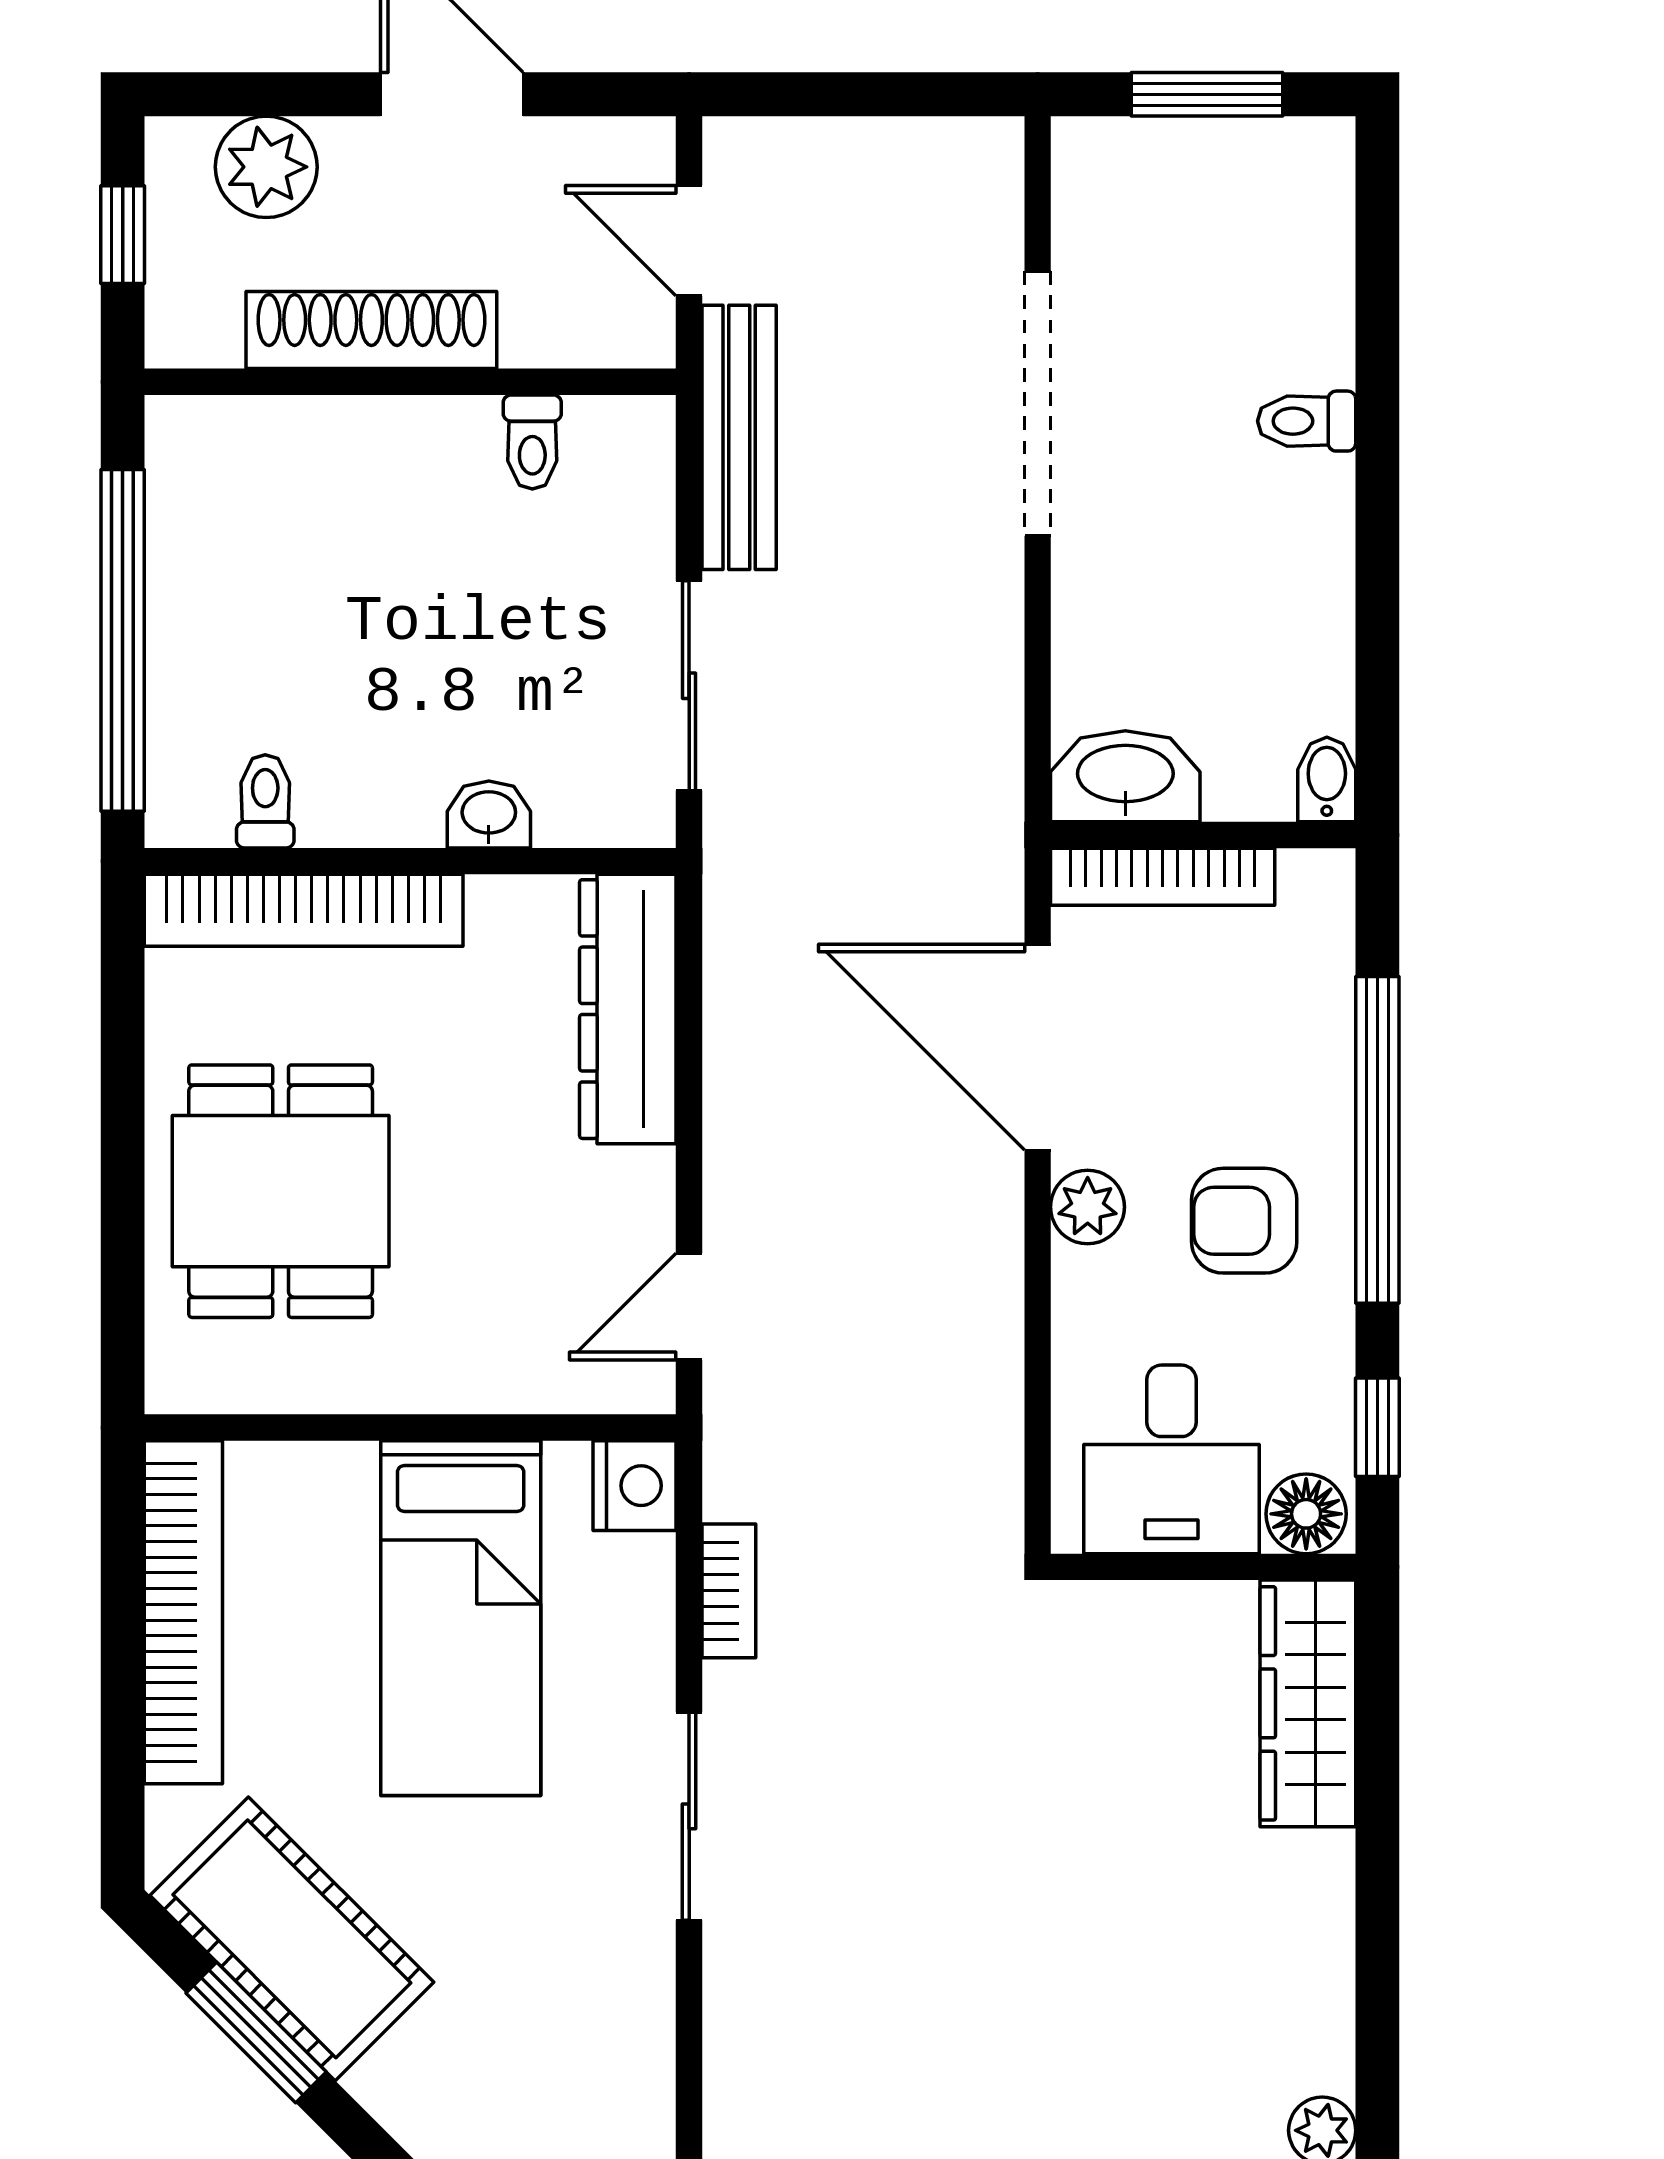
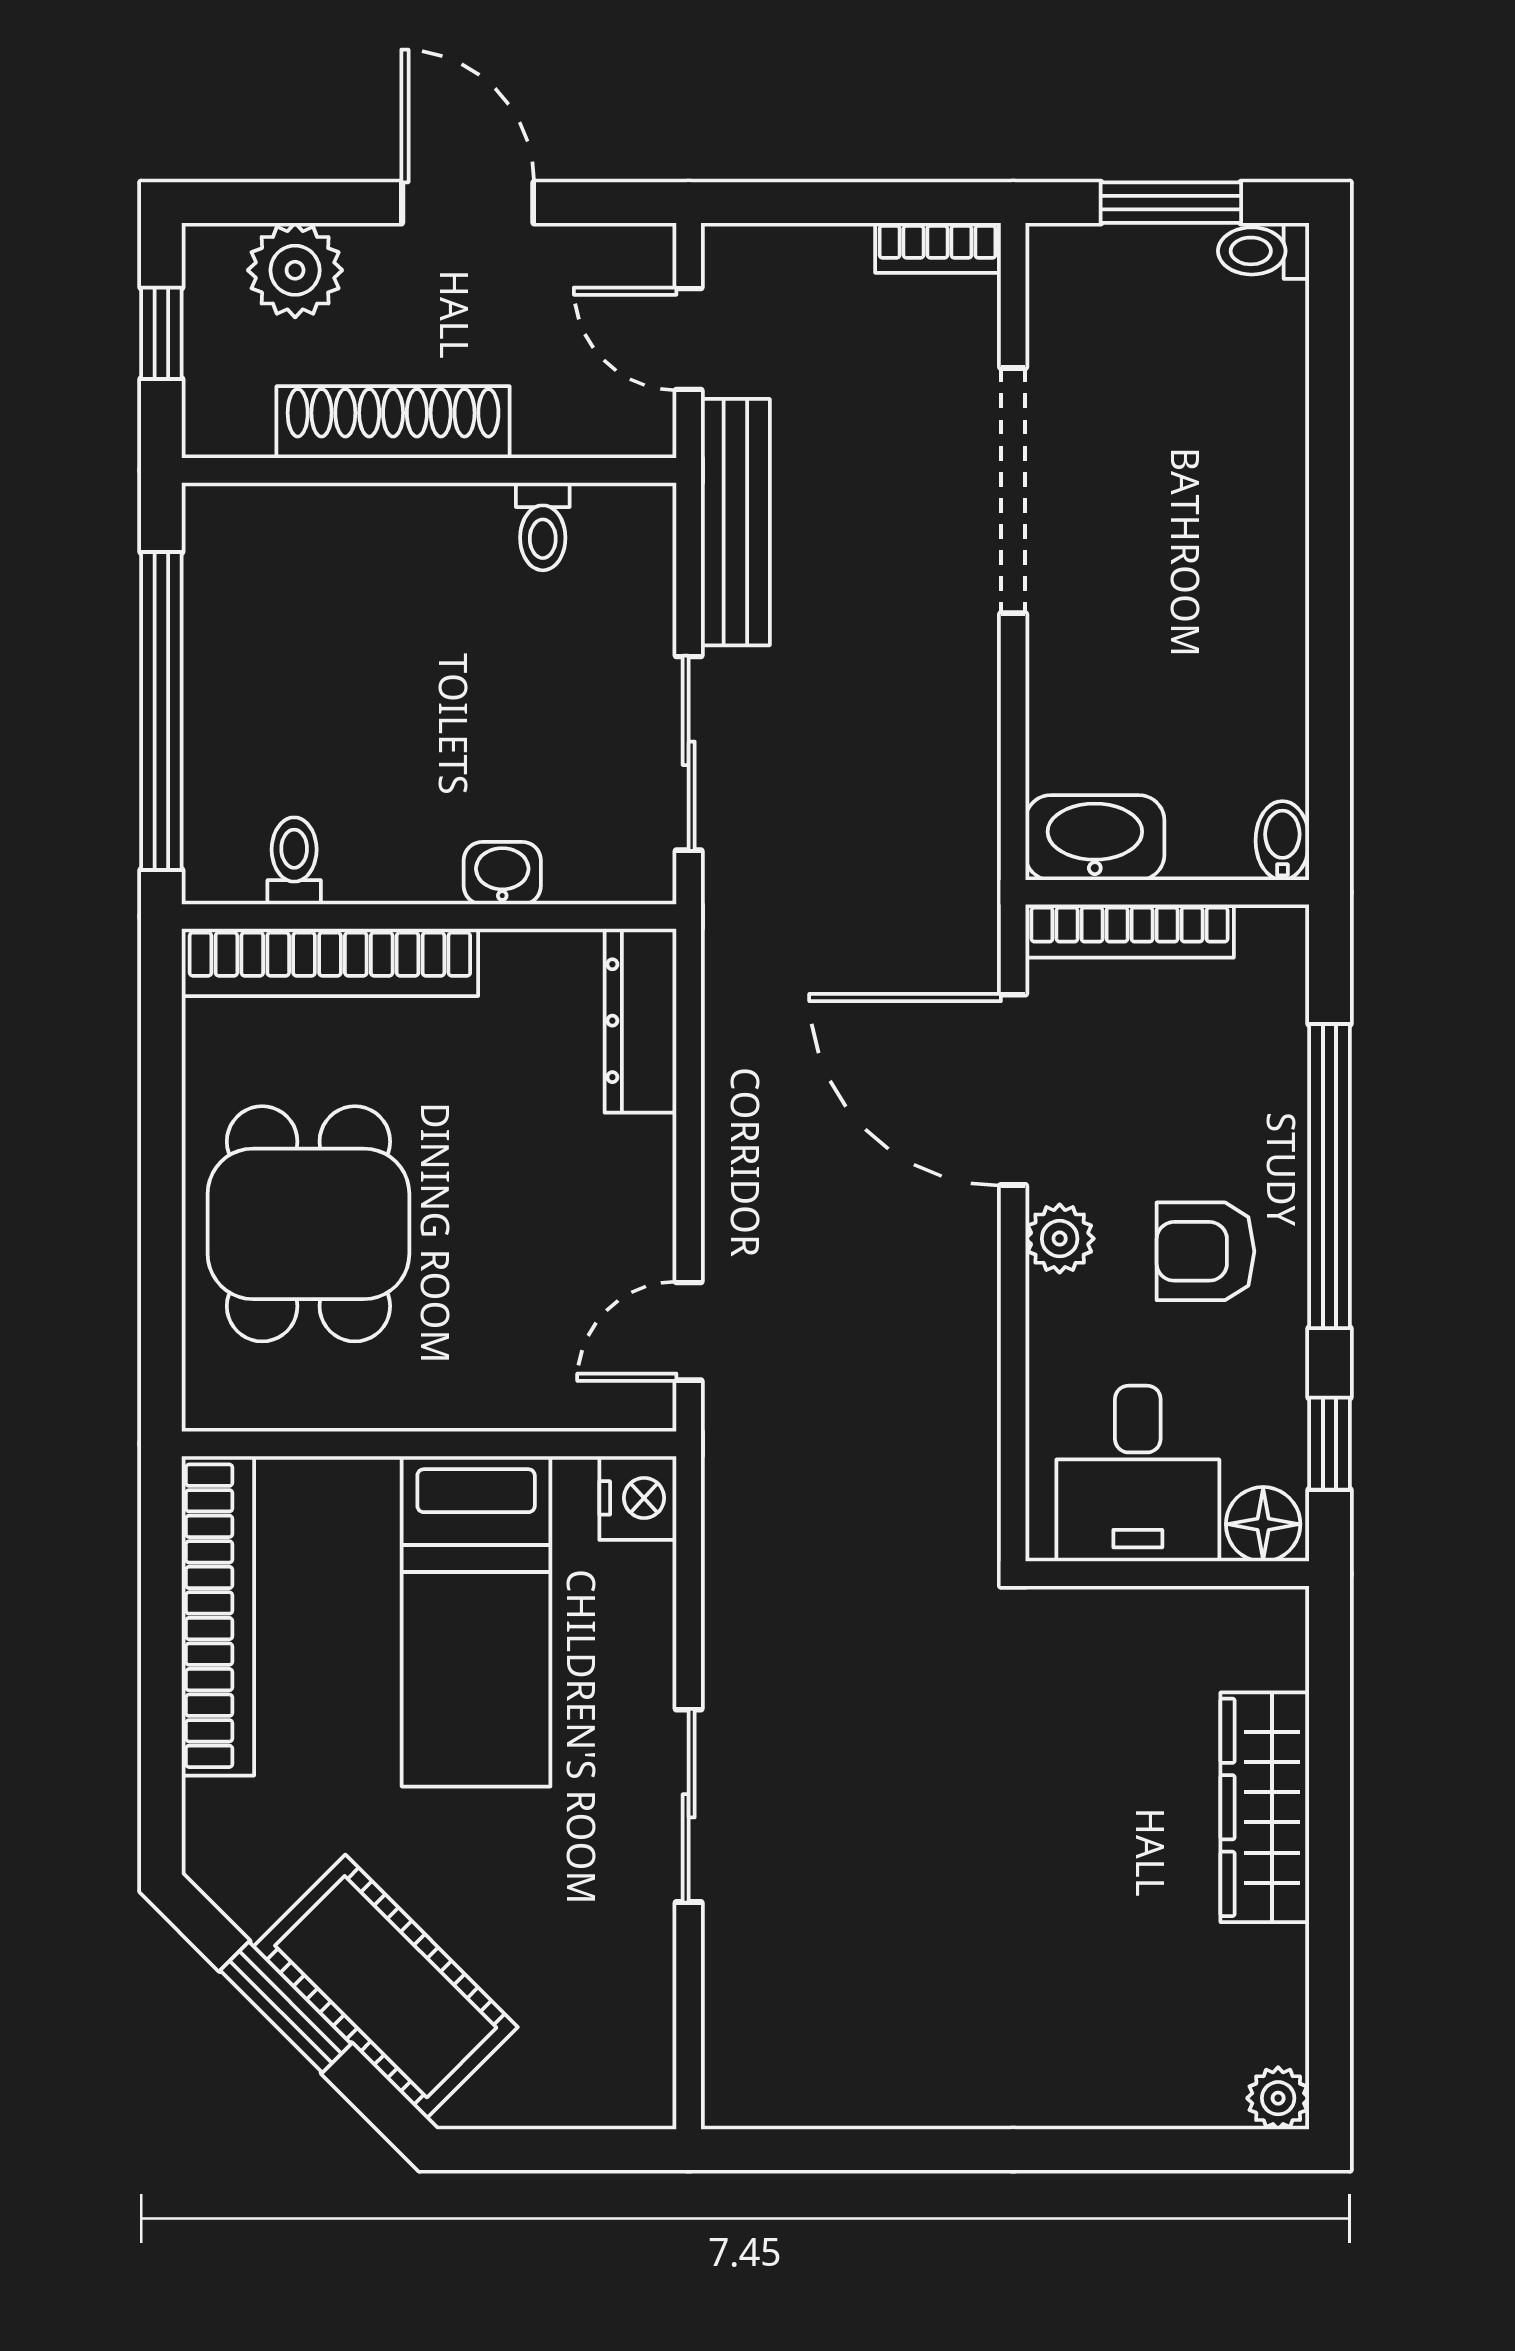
toilet: (1307, 421) -> (1264, 251), moved
dresser: (628, 1009) -> (640, 1021), width x0.73, depth x0.80
bookcase: (729, 1591) -> (937, 248), moved, turned 90
wardrobe: (1308, 1703) -> (1265, 1807), moved
cot: (292, 1939) -> (386, 1987), moved

